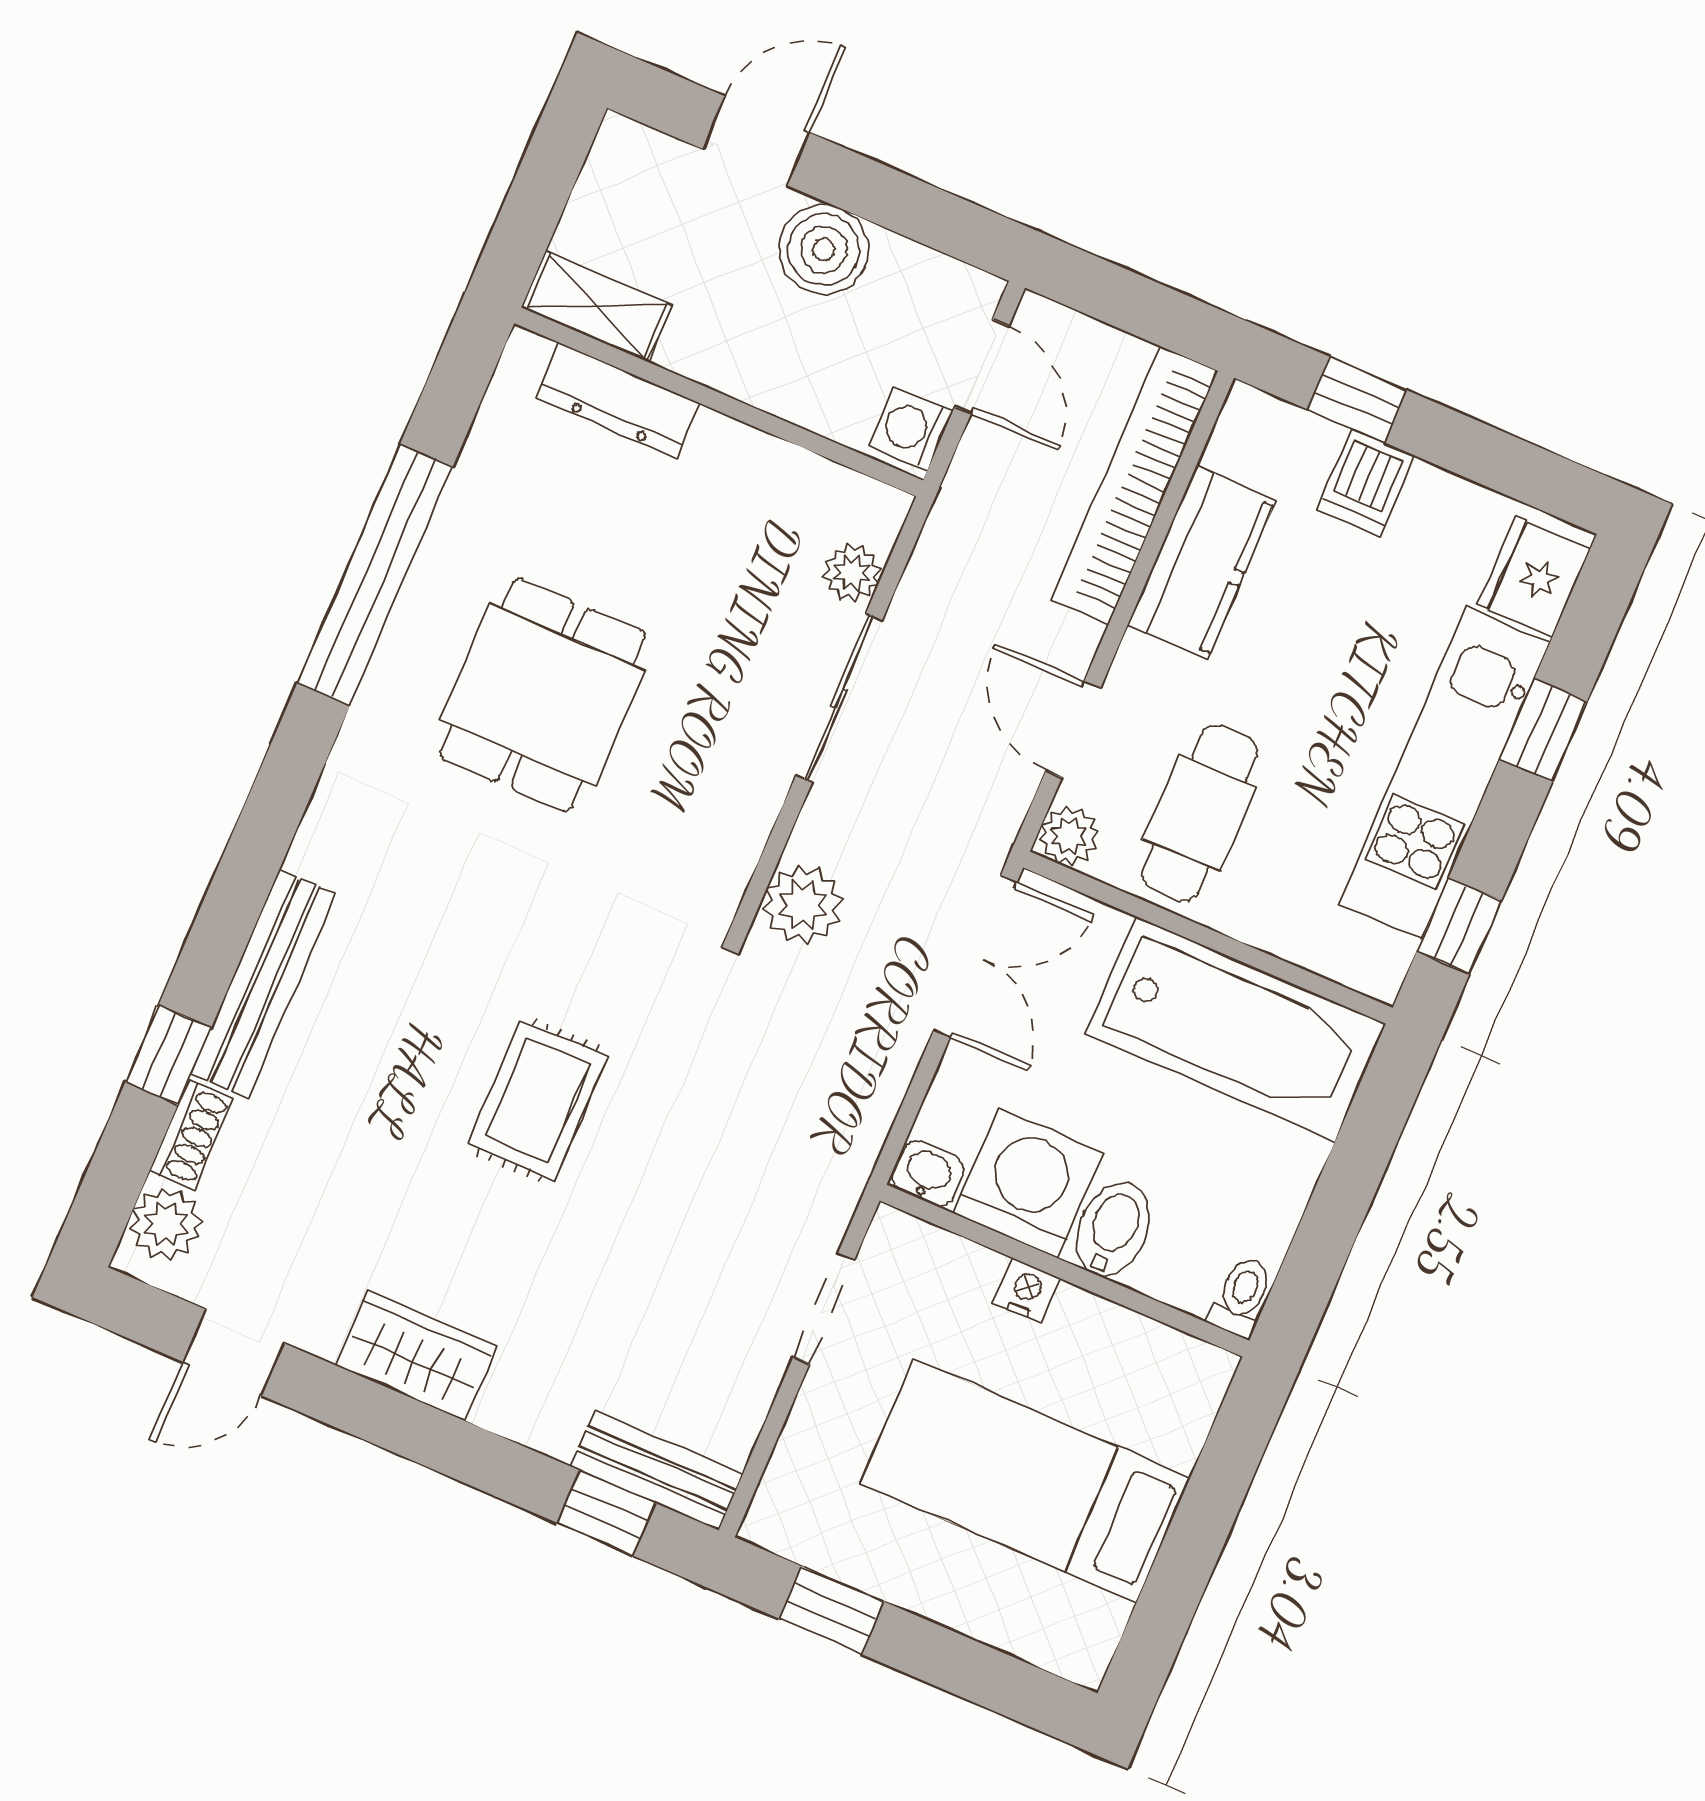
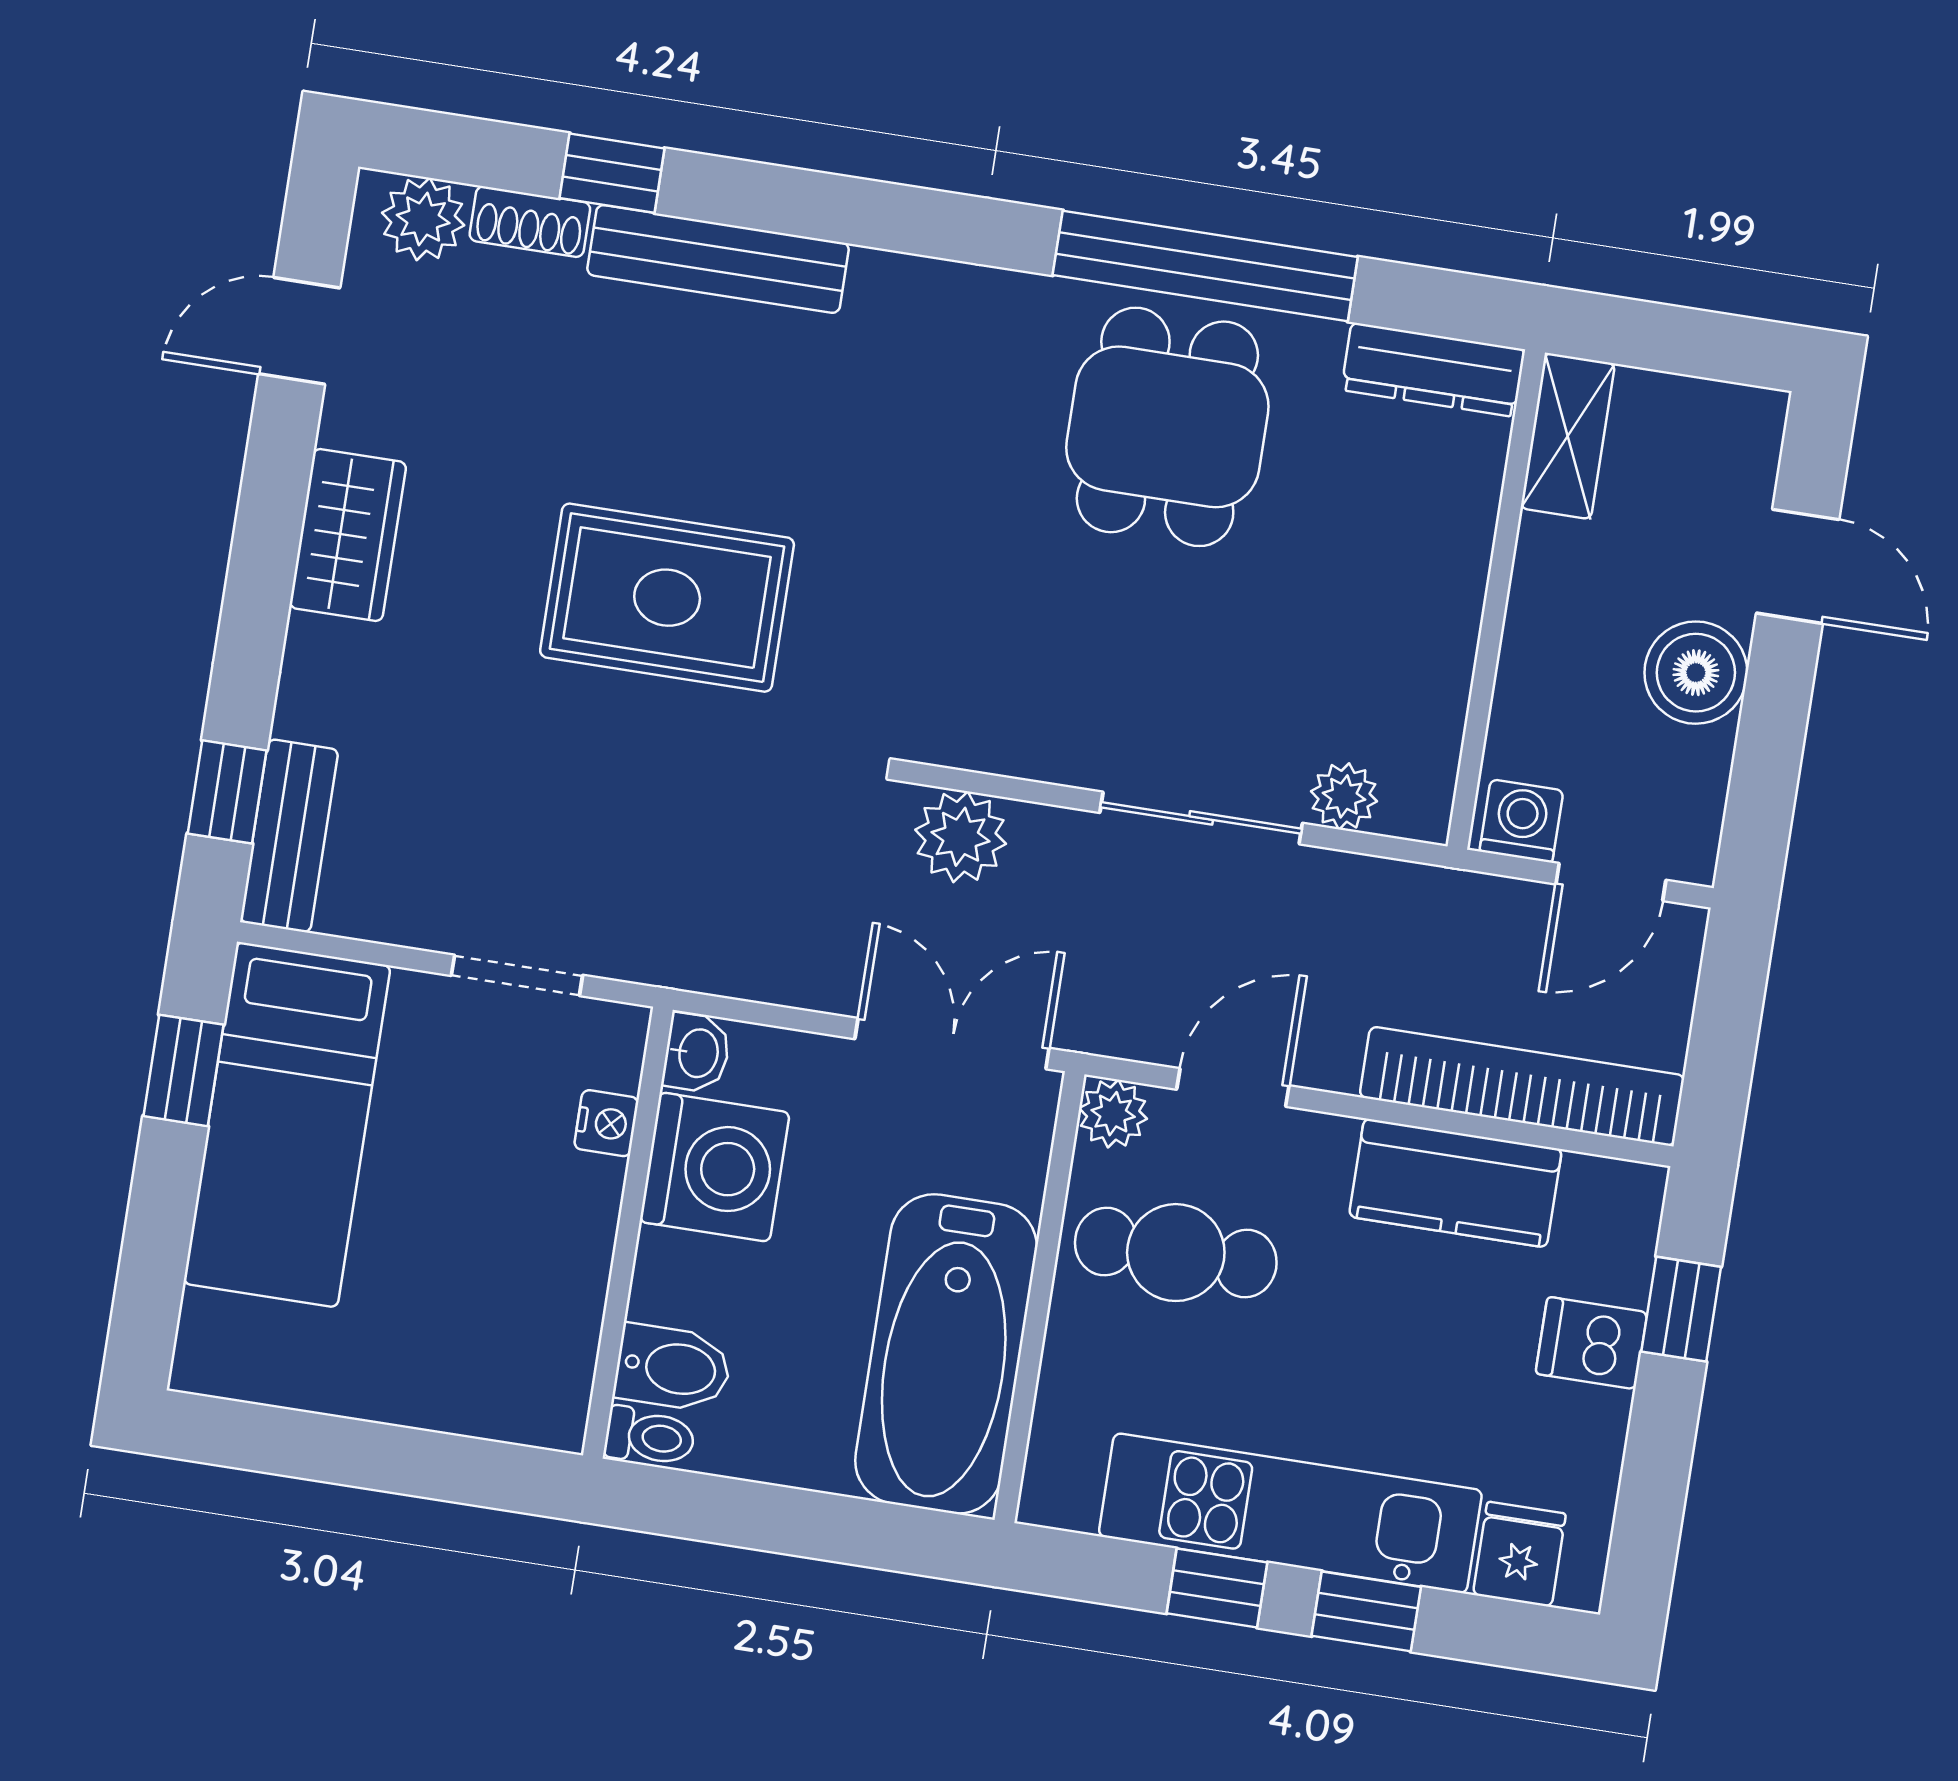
dresser: (618, 400) -> (1433, 370), moved, turned -90
fridge: (1534, 577) -> (1519, 1554), width x0.72
dining table: (542, 695) -> (1167, 427), moved, turned 90
window: (1459, 926) -> (1217, 1588), moved
double door: (975, 957) -> (952, 1044), swing flipped
rug: (538, 1100) -> (667, 598), width x1.36, depth x1.43
bidet: (1113, 1230) -> (673, 1368), moved
nightstand: (1026, 1290) -> (606, 1123), moved
door: (233, 1352) -> (299, 331), hinge flipped
bed: (1025, 1481) -> (287, 1125), moved, turned 180

